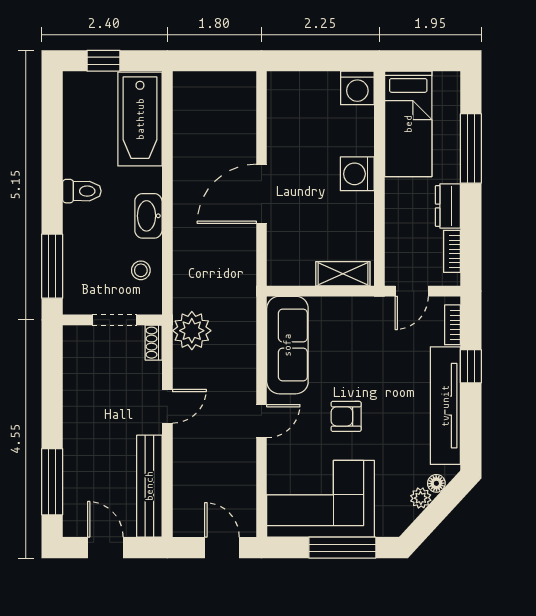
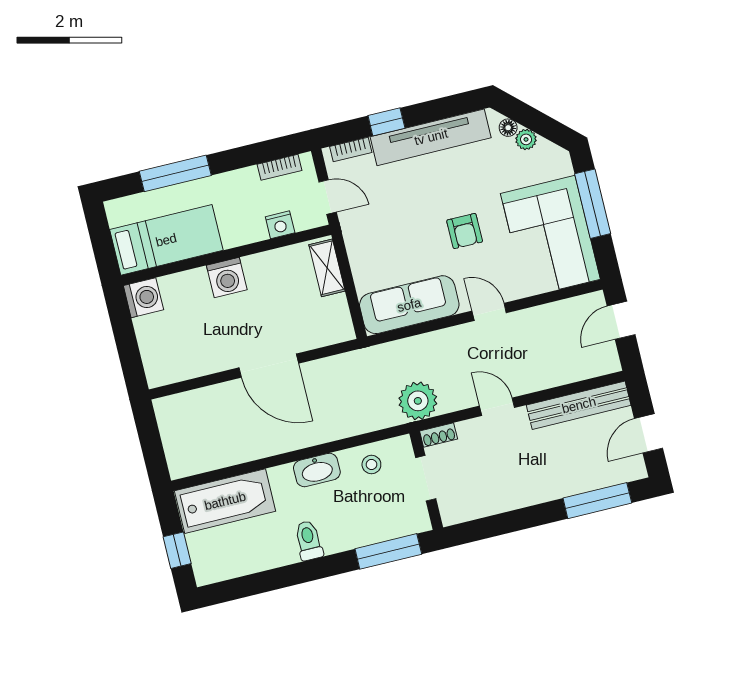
dresser: (448, 206) -> (237, 182), removed
nightstand: (396, 238) -> (280, 225), added

